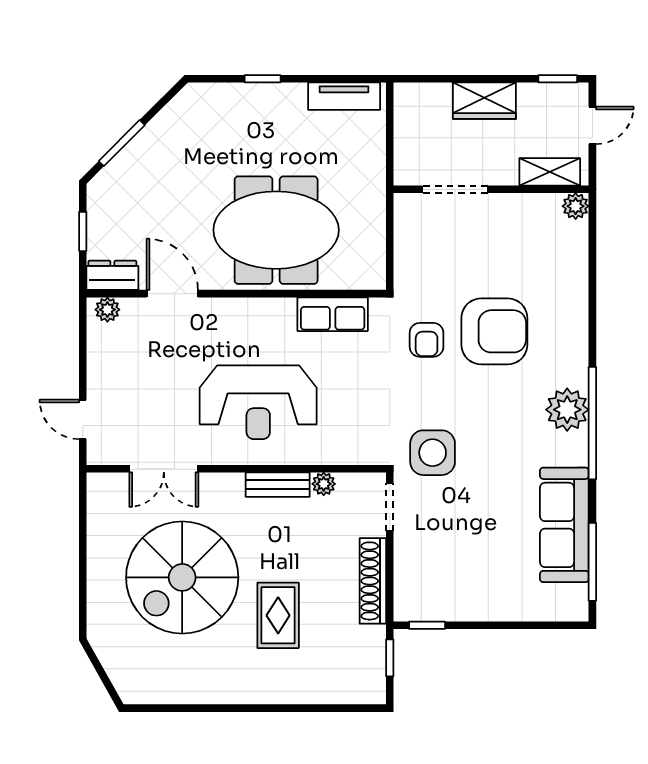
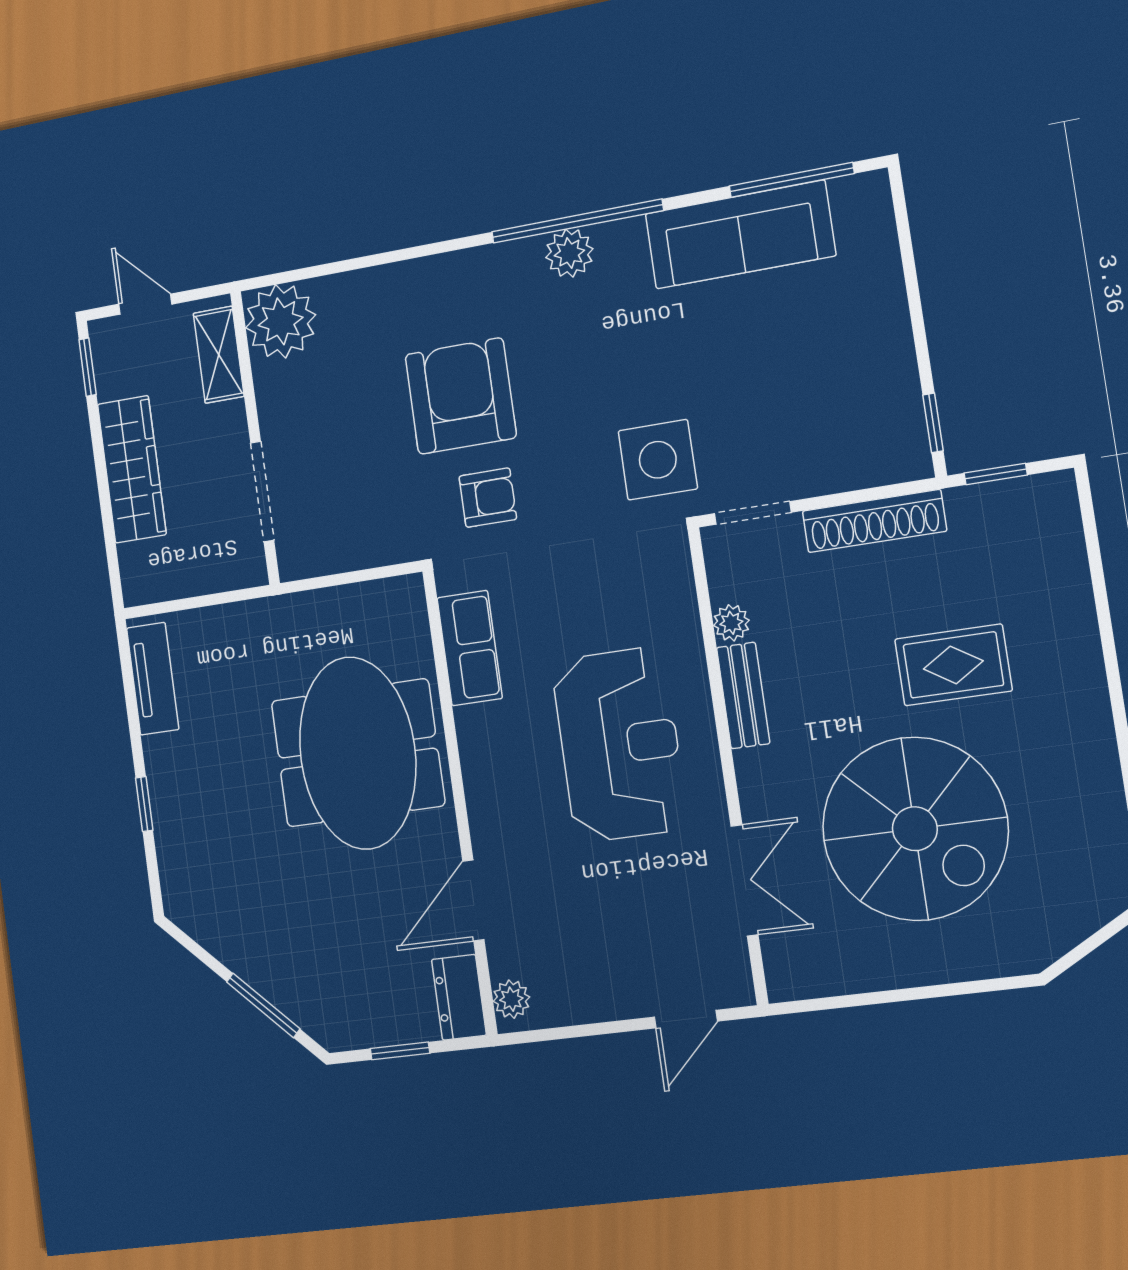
wardrobe: (484, 101) -> (132, 469), width x1.50
plant: (576, 206) -> (281, 321), width x1.88, depth x1.88
plant: (567, 410) -> (569, 253), width x0.73, depth x0.73

